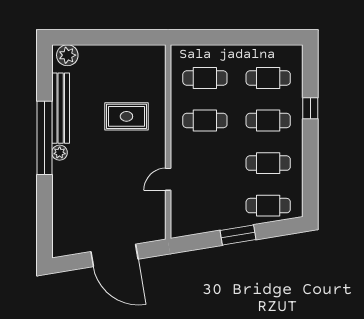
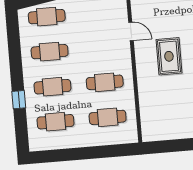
rug: (126, 116) -> (169, 56), moved, turned 90
door: (168, 179) -> (131, 31), hinge flipped

